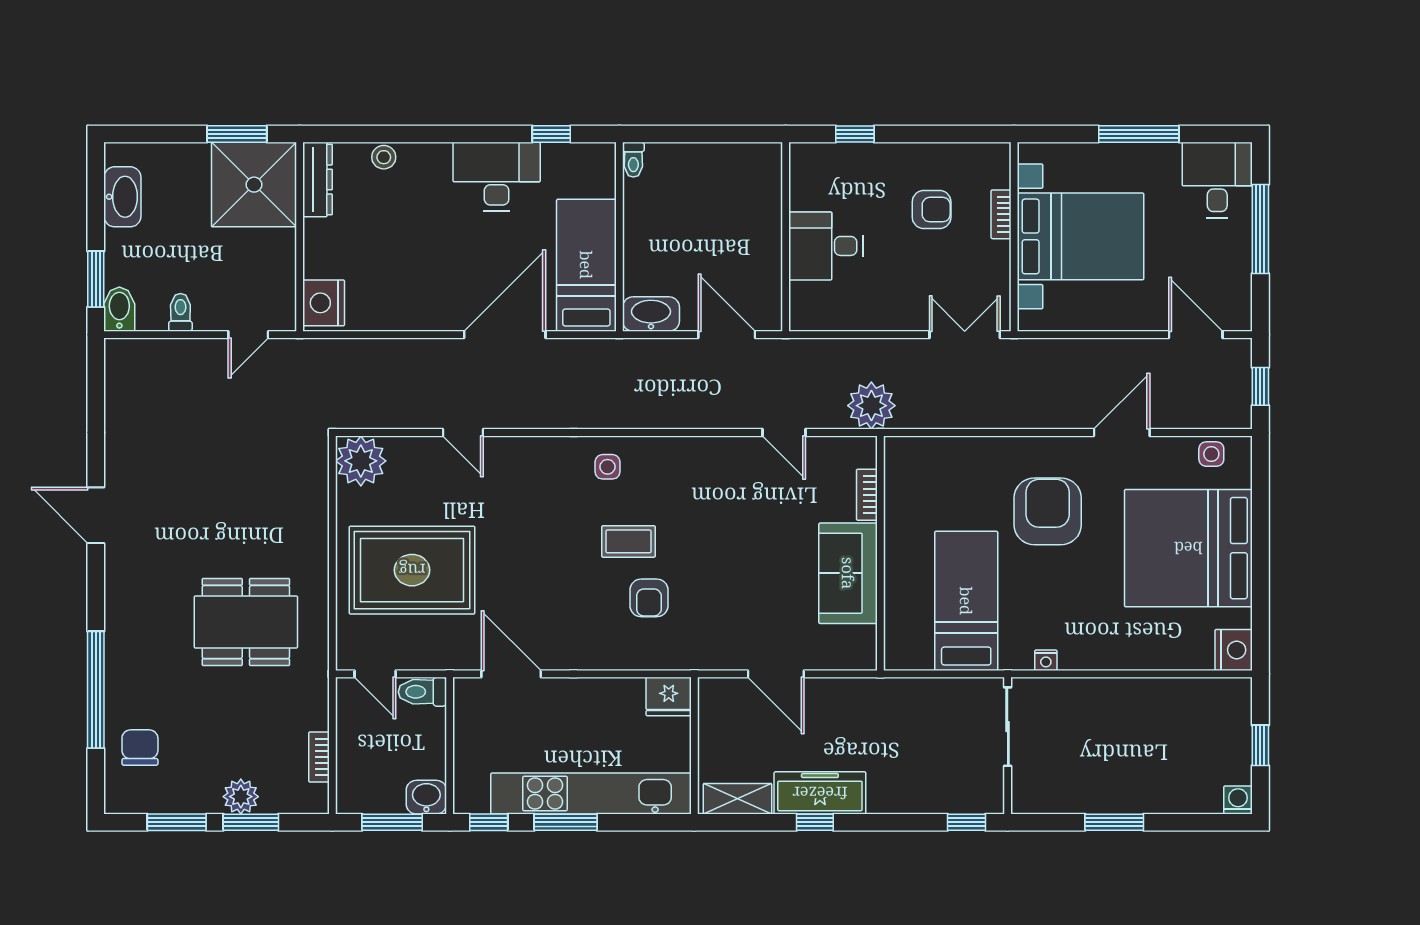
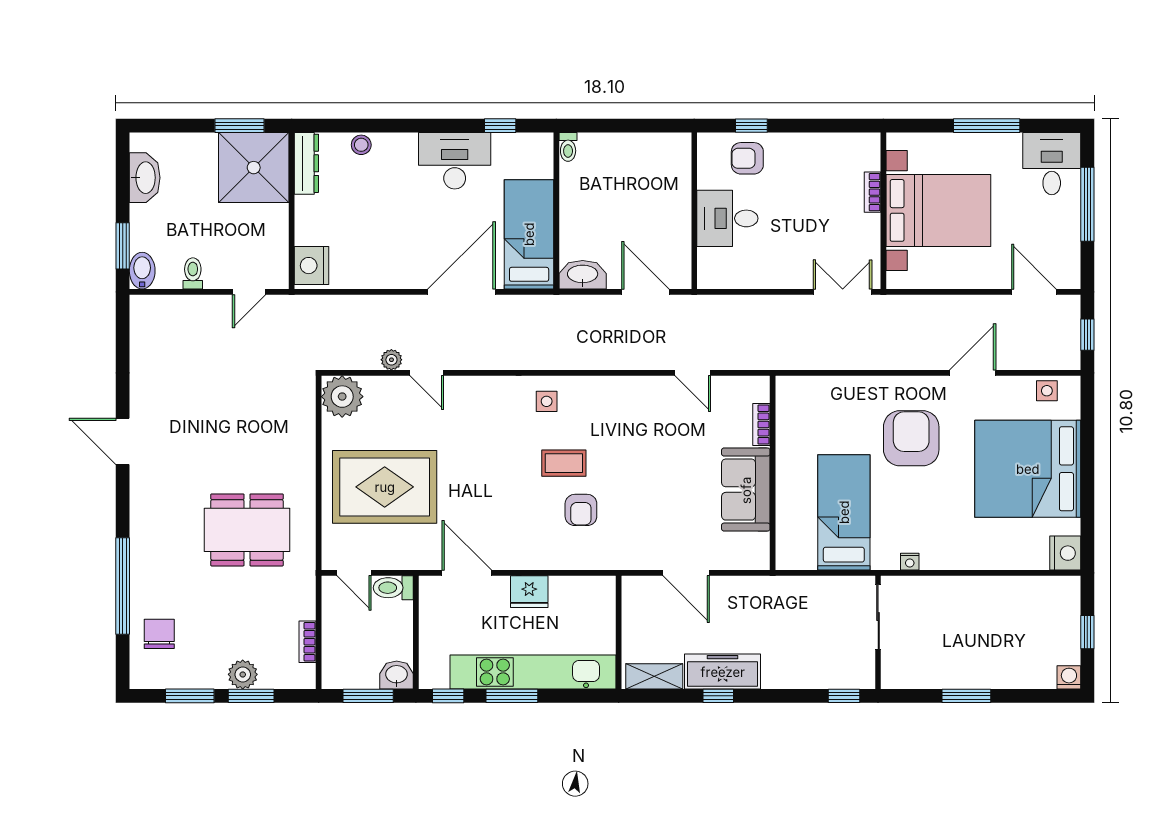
armchair: (932, 210) -> (747, 158), moved, turned 180
plant: (871, 406) -> (391, 360), moved, width x0.53, depth x0.53
fridge: (669, 696) -> (529, 592), moved

